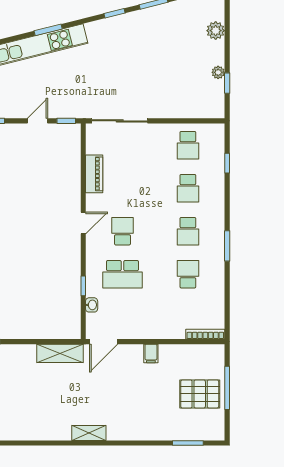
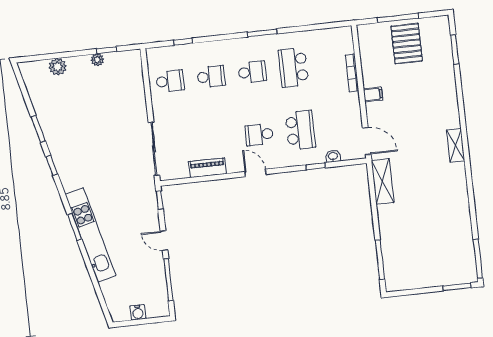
door: (38, 121) -> (164, 241), moved
school desk: (188, 274) -> (293, 67), width x1.85
bookcase: (205, 334) -> (352, 73), moved

